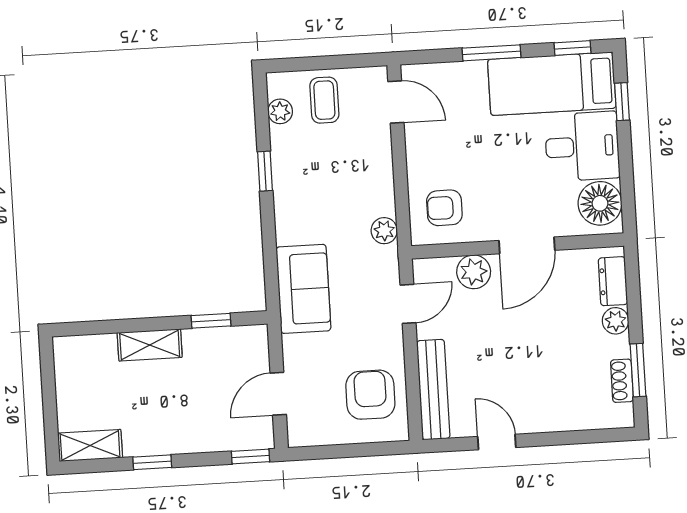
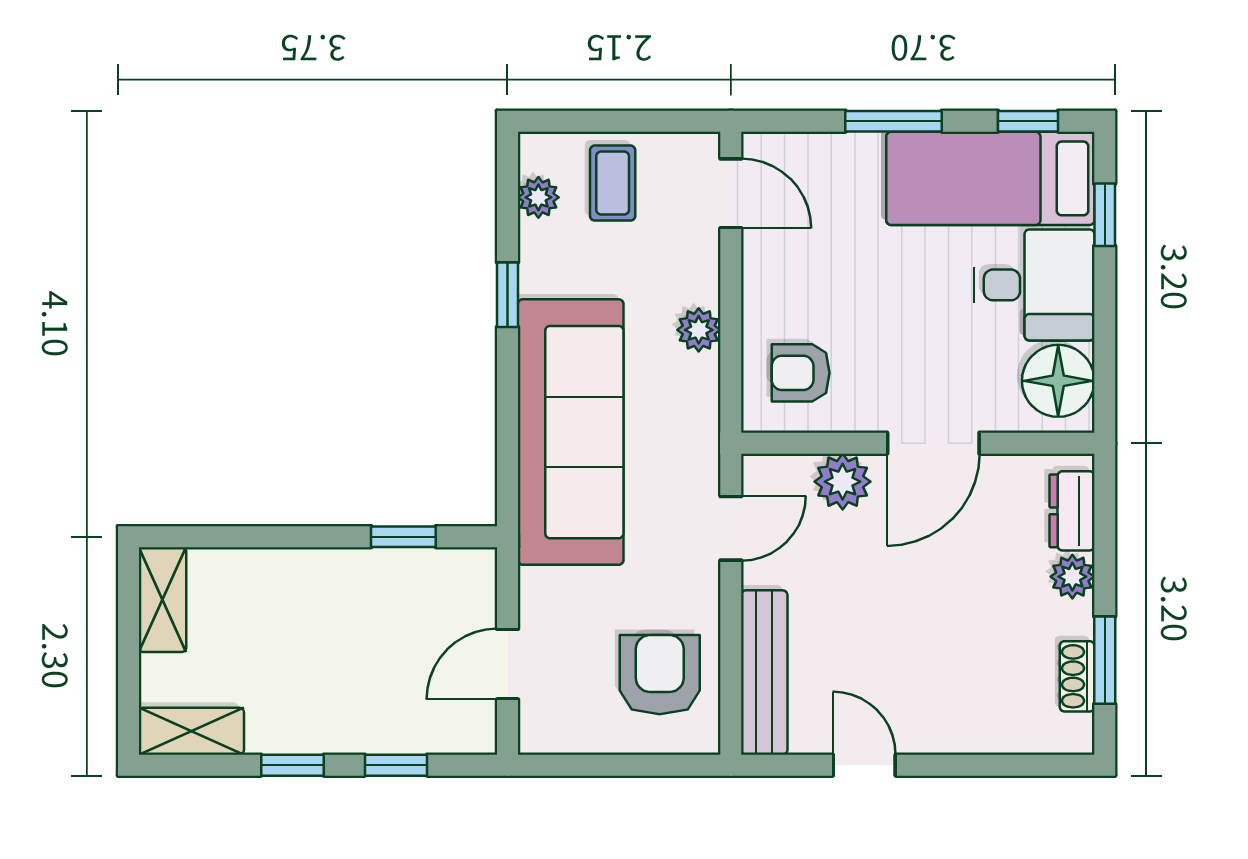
plant: (384, 231) -> (699, 330), moved
sofa: (303, 289) -> (571, 432), width x1.85, depth x1.27
shelving: (150, 345) -> (162, 600), moved, turned 90
window: (251, 457) -> (396, 765), moved

